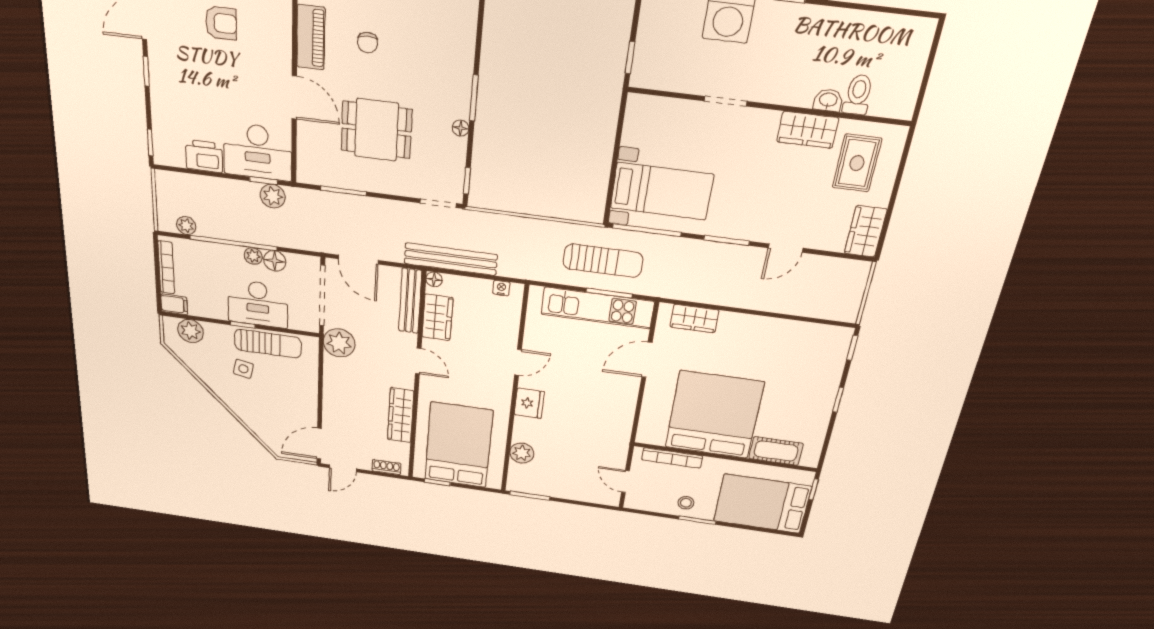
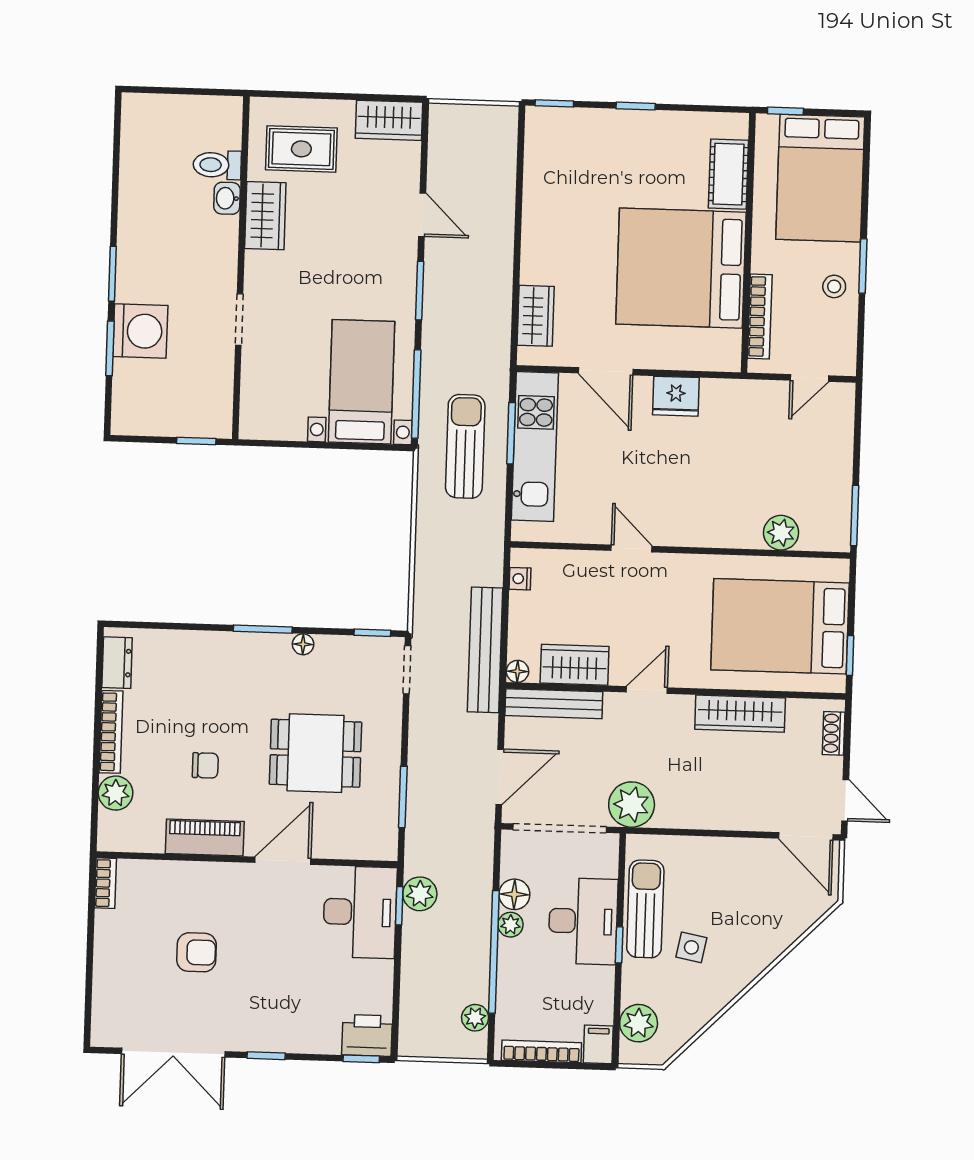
armchair: (221, 23) -> (197, 952), turned 90
dining table: (376, 130) -> (316, 753), turned 90
printer: (204, 156) -> (367, 1035), moved, turned 90
fridge: (529, 403) -> (676, 396), moved, turned 180

